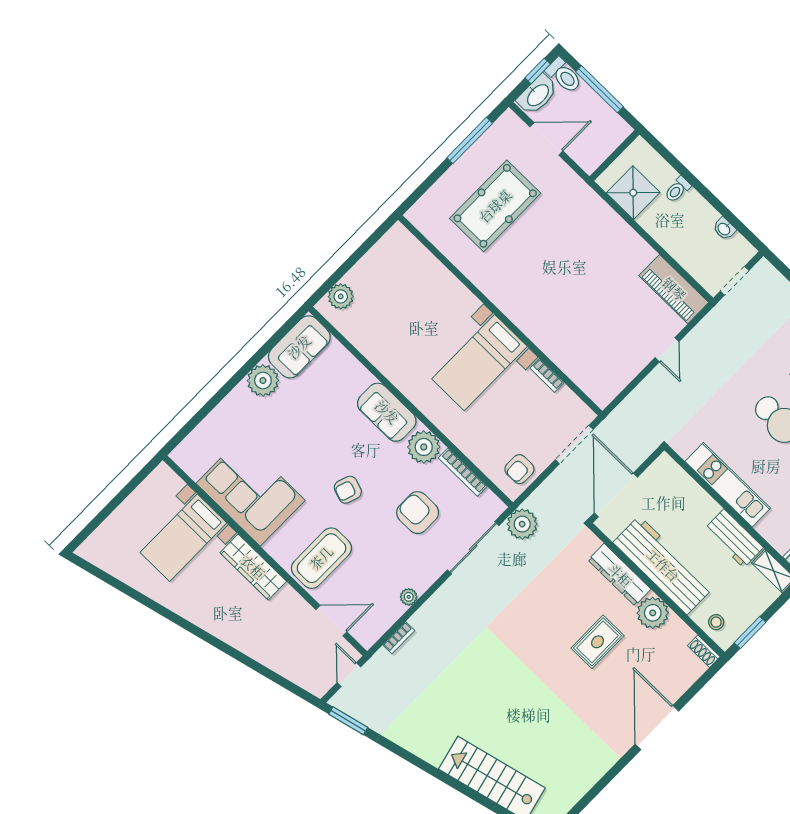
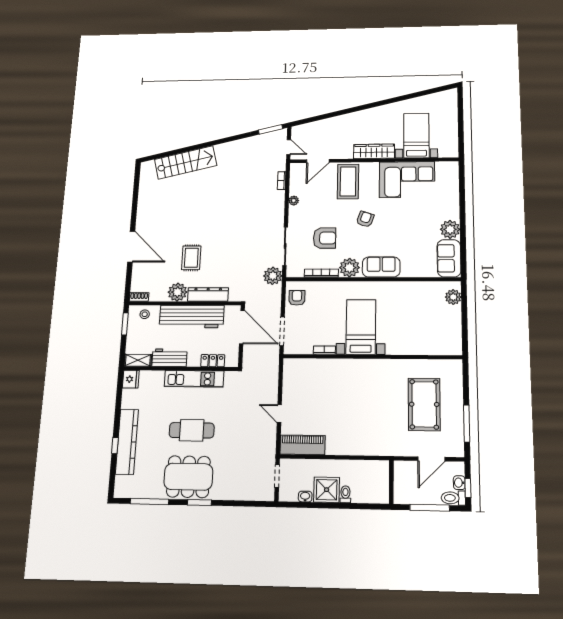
washbasin: (537, 95) -> (459, 483), width x0.52, depth x0.69
shower: (633, 193) -> (327, 490), moved
locker: (687, 486) -> (213, 361), added

